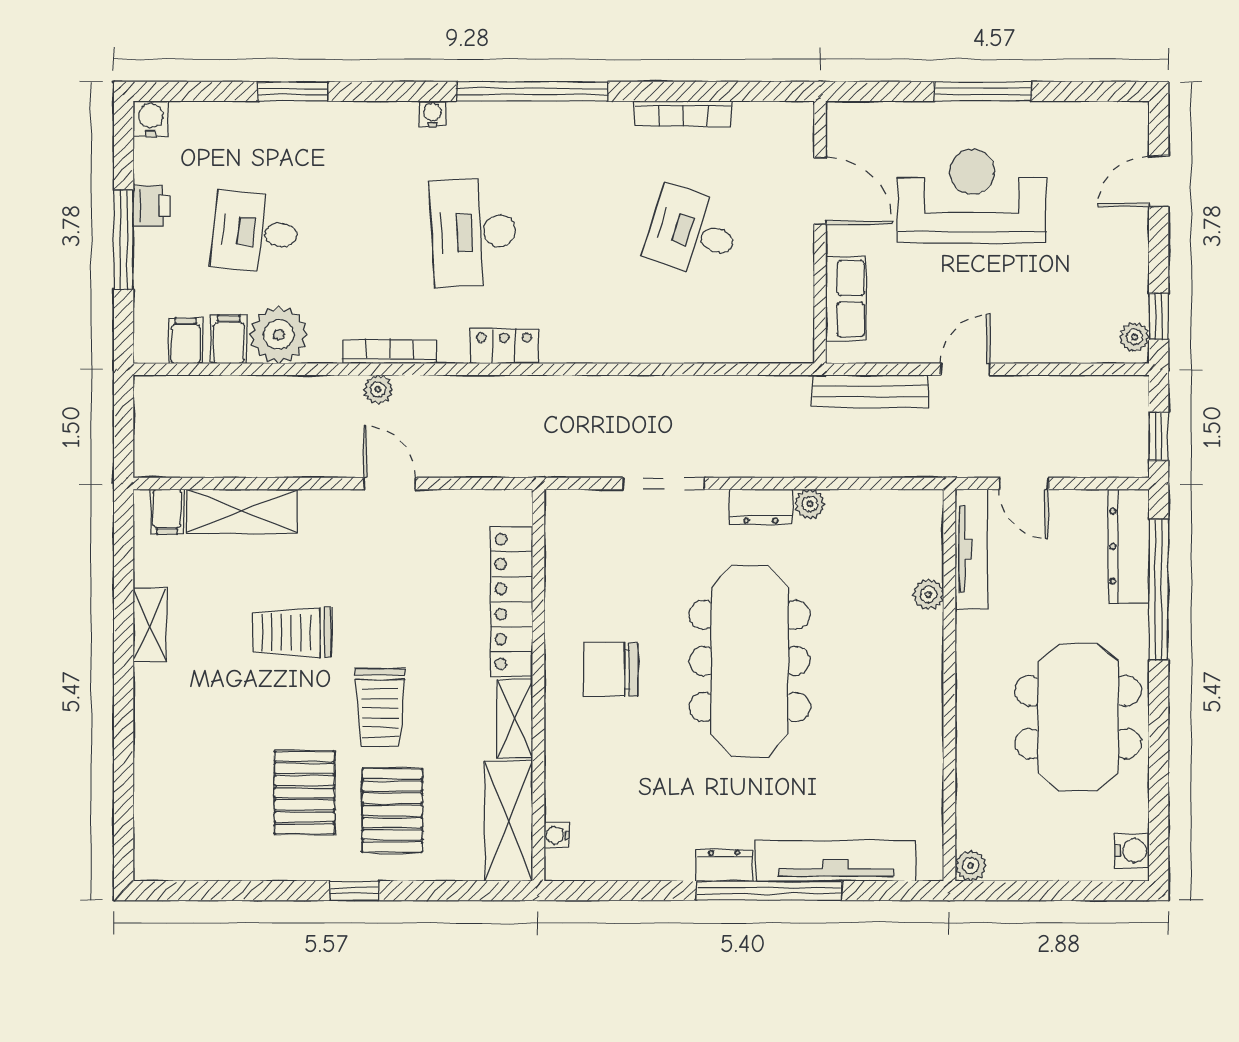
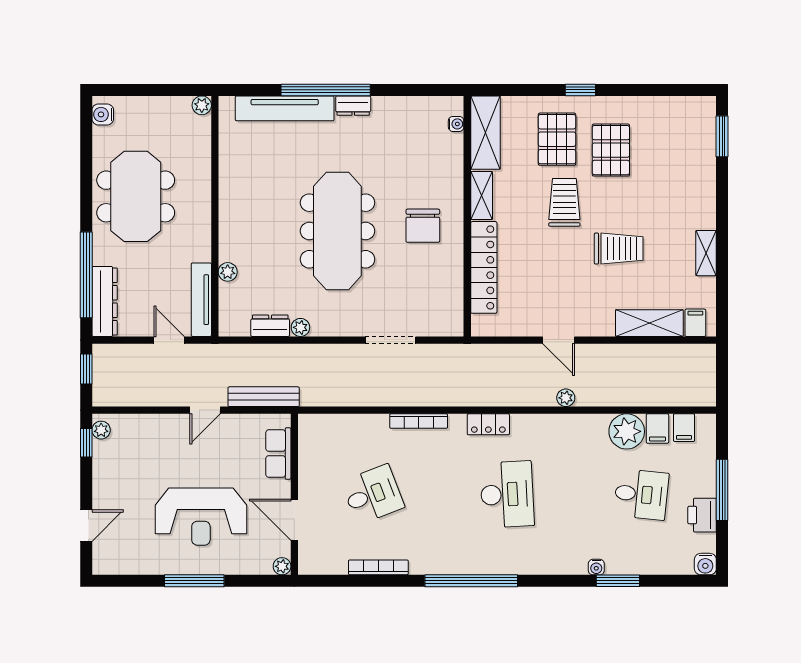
water cooler: (433, 114) -> (596, 567), moved
plant: (840, 115) -> (282, 566), added
printer: (152, 206) -> (702, 515), width x1.36, depth x1.24
desk: (692, 232) -> (373, 494), turned -39
bookcase: (389, 352) -> (419, 421), moved
dresser: (761, 507) -> (270, 326), moved
chair: (611, 670) -> (423, 226), turned 90
window: (124, 815) -> (722, 136), added

